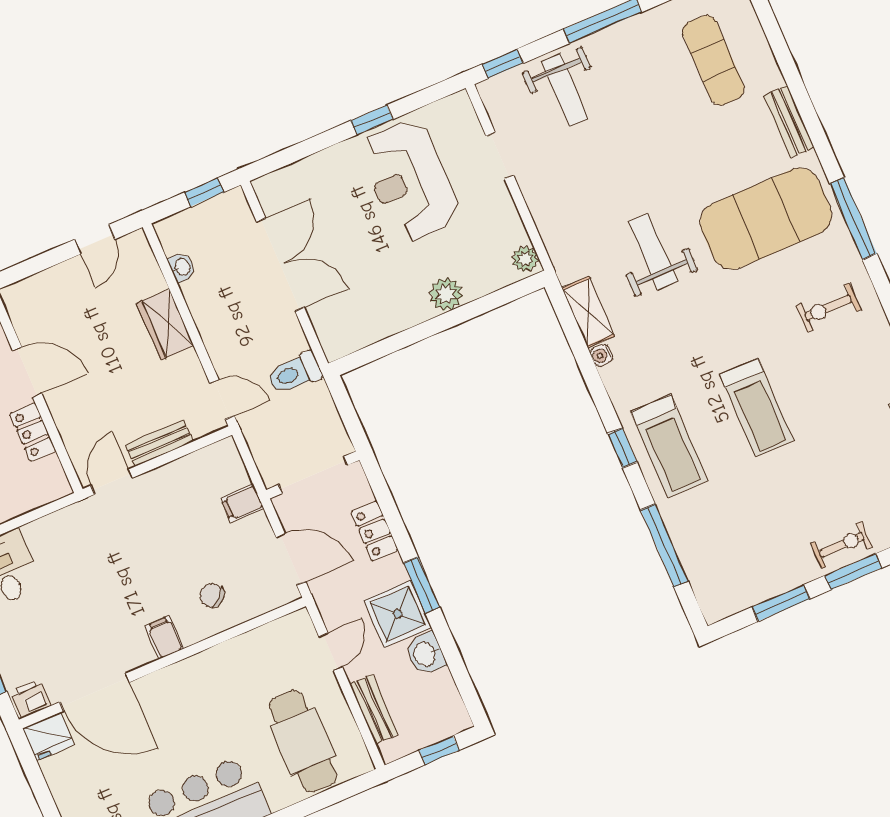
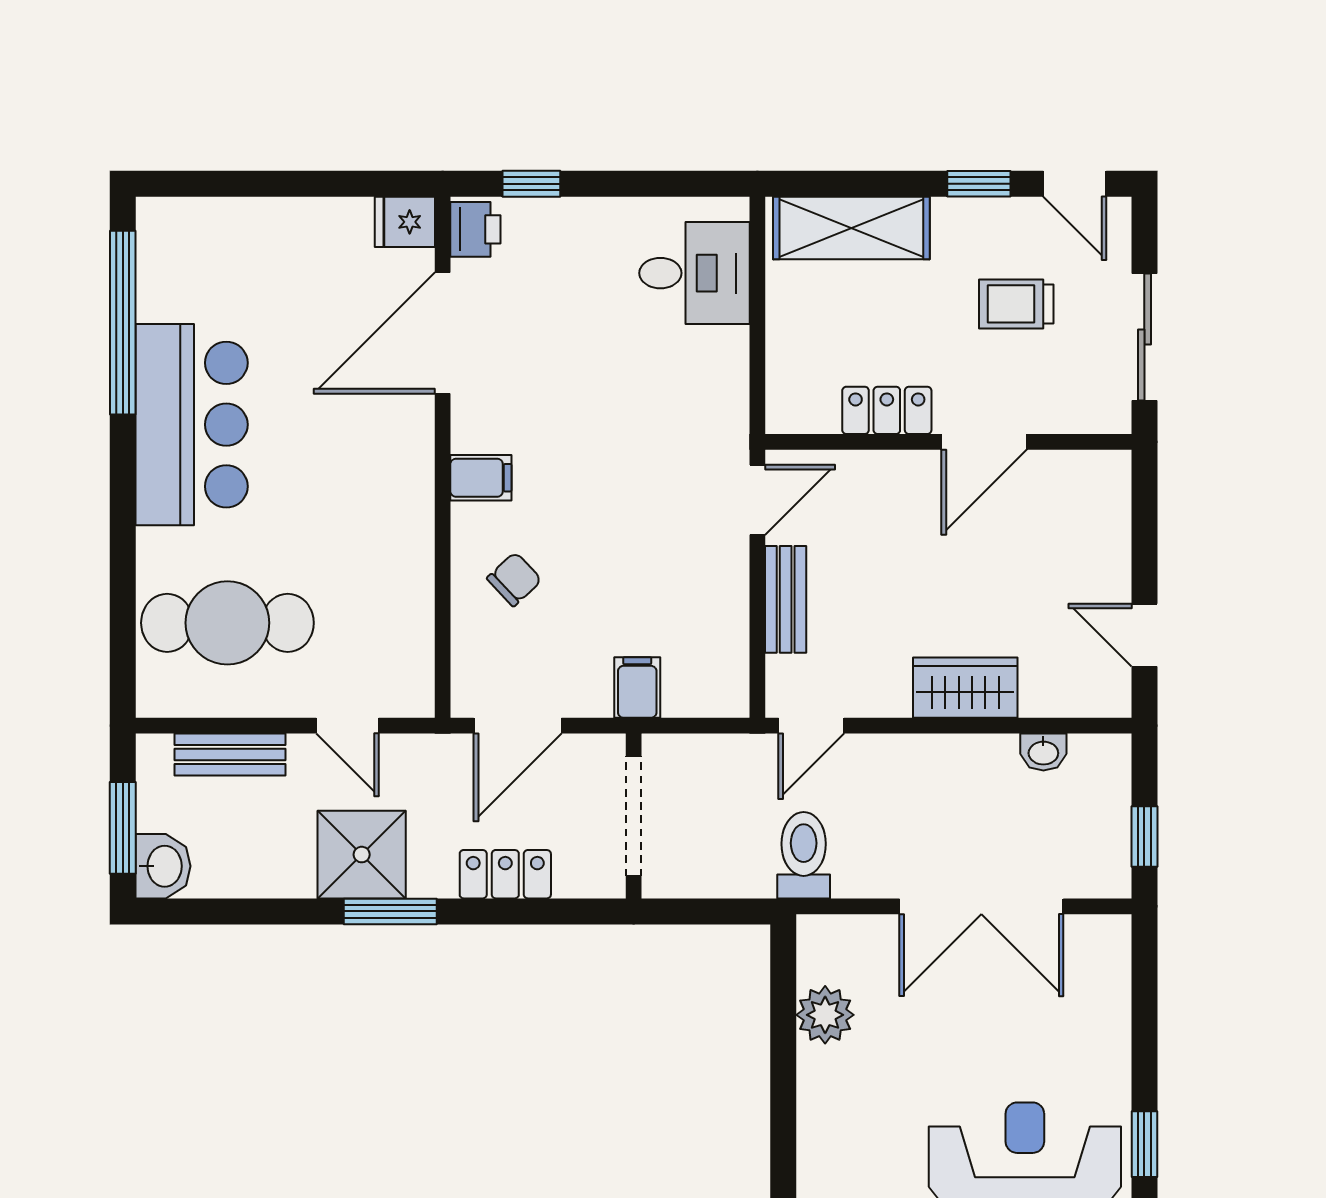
plant: (446, 294) -> (825, 1015), moved
door: (112, 482) -> (757, 500), hinge flipped
washbasin: (425, 654) -> (163, 866), moved, turned 90
fridge: (48, 736) -> (405, 222), width x0.72
window: (439, 750) -> (123, 828), width x1.50

